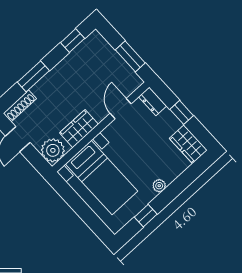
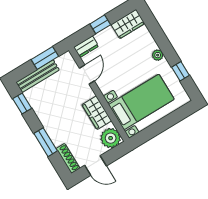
bench: (108, 52) -> (38, 76), added
door: (121, 109) -> (87, 74), swing flipped

